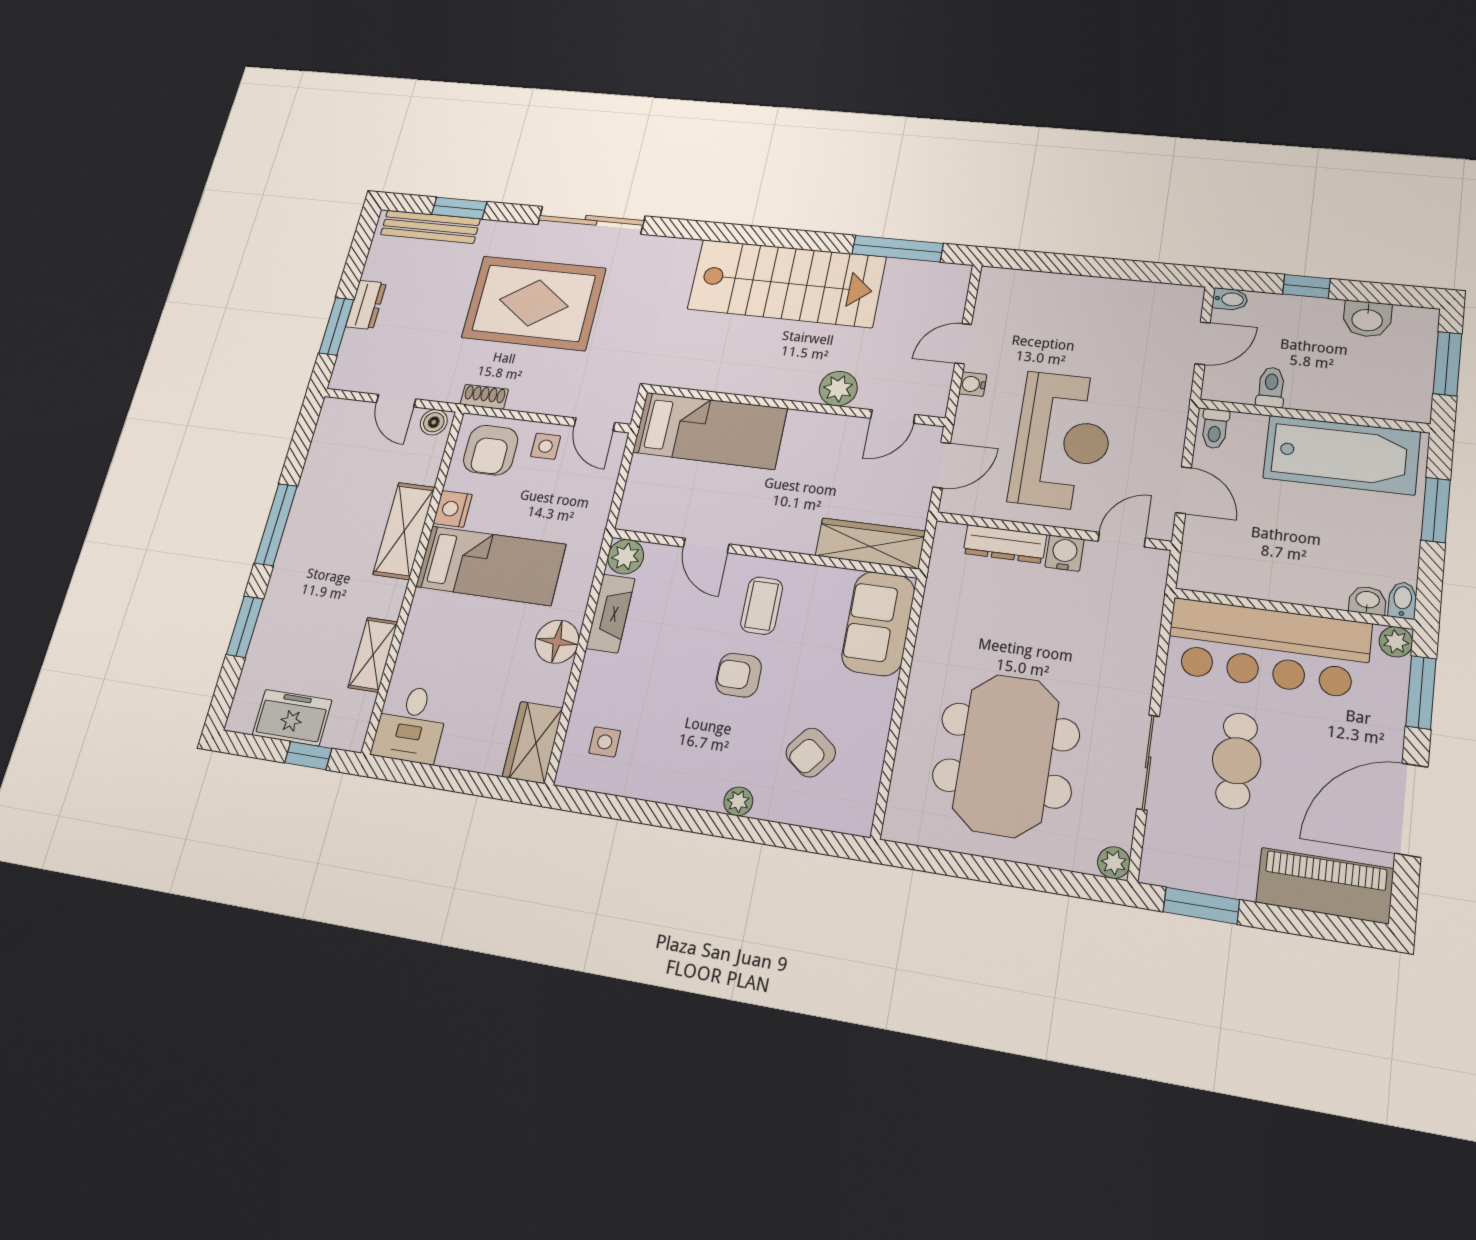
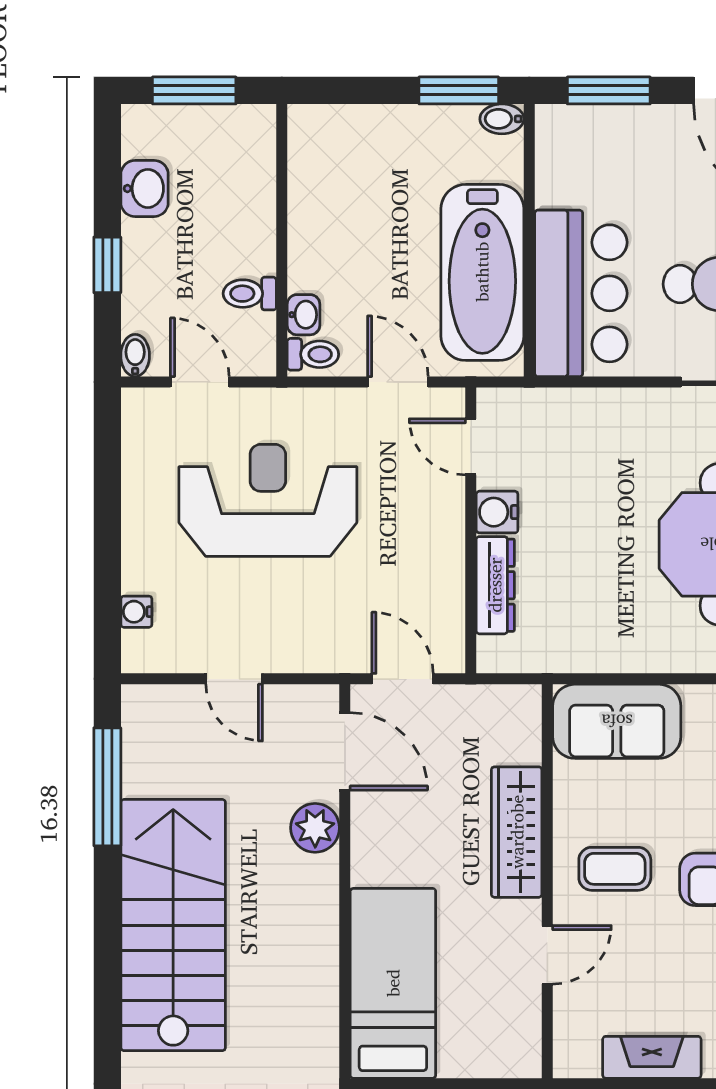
water cooler: (973, 384) -> (136, 612), moved, turned 90
door: (893, 416) -> (345, 751), width x1.38
reception desk: (1062, 441) -> (268, 500), moved
bathtub: (1341, 455) -> (482, 272), moved, turned 180
door: (1183, 490) -> (398, 382), hinge flipped
window: (1436, 510) -> (459, 90), moved
wardrobe: (870, 543) -> (517, 832), moved
plant: (626, 557) -> (576, 1055), removed
washbasin: (1368, 600) -> (304, 315), moved, turned 180
plant: (1396, 642) -> (553, 122), removed
bar counter: (1268, 648) -> (581, 293), width x0.73

